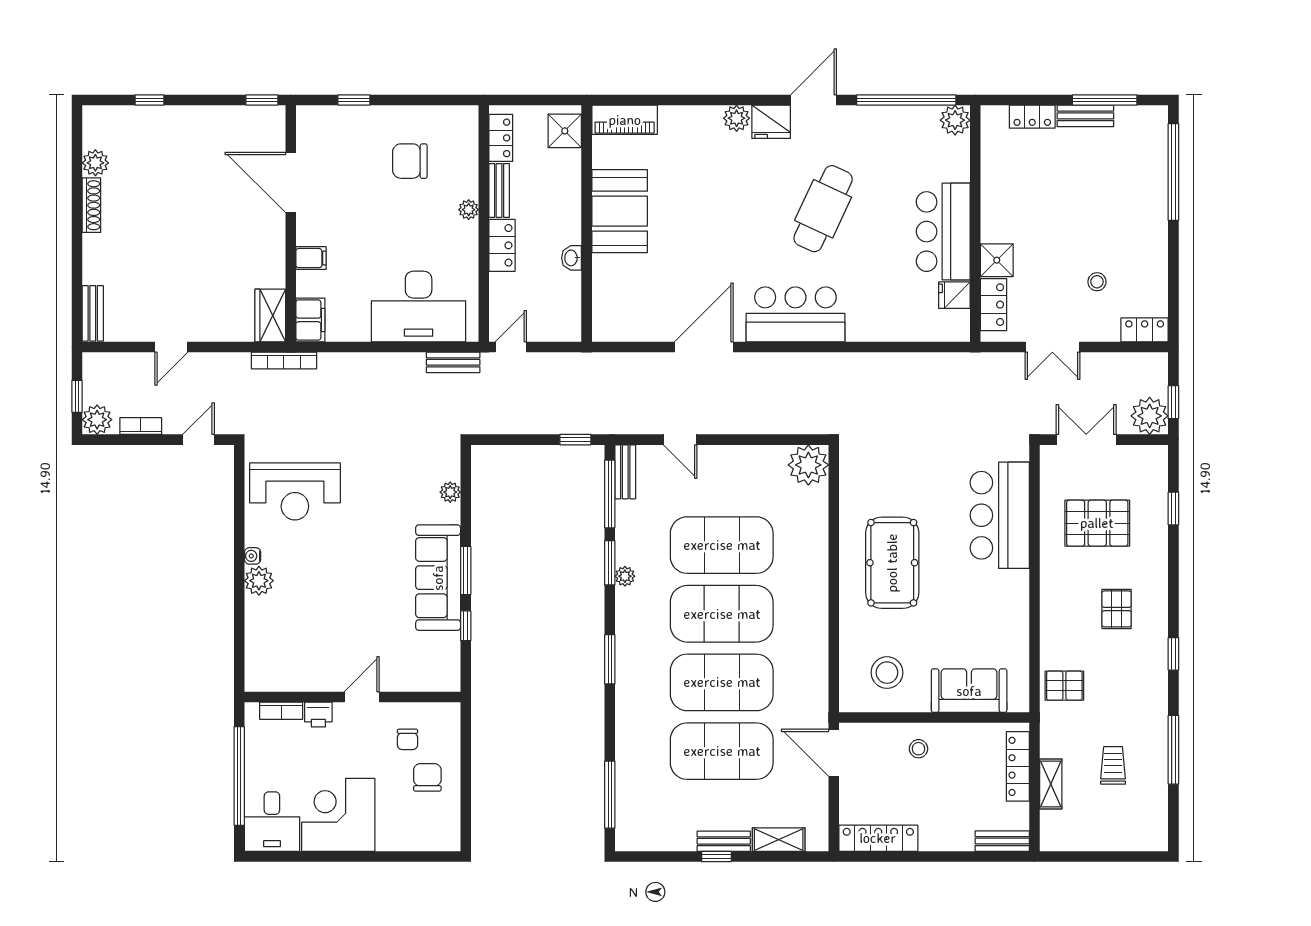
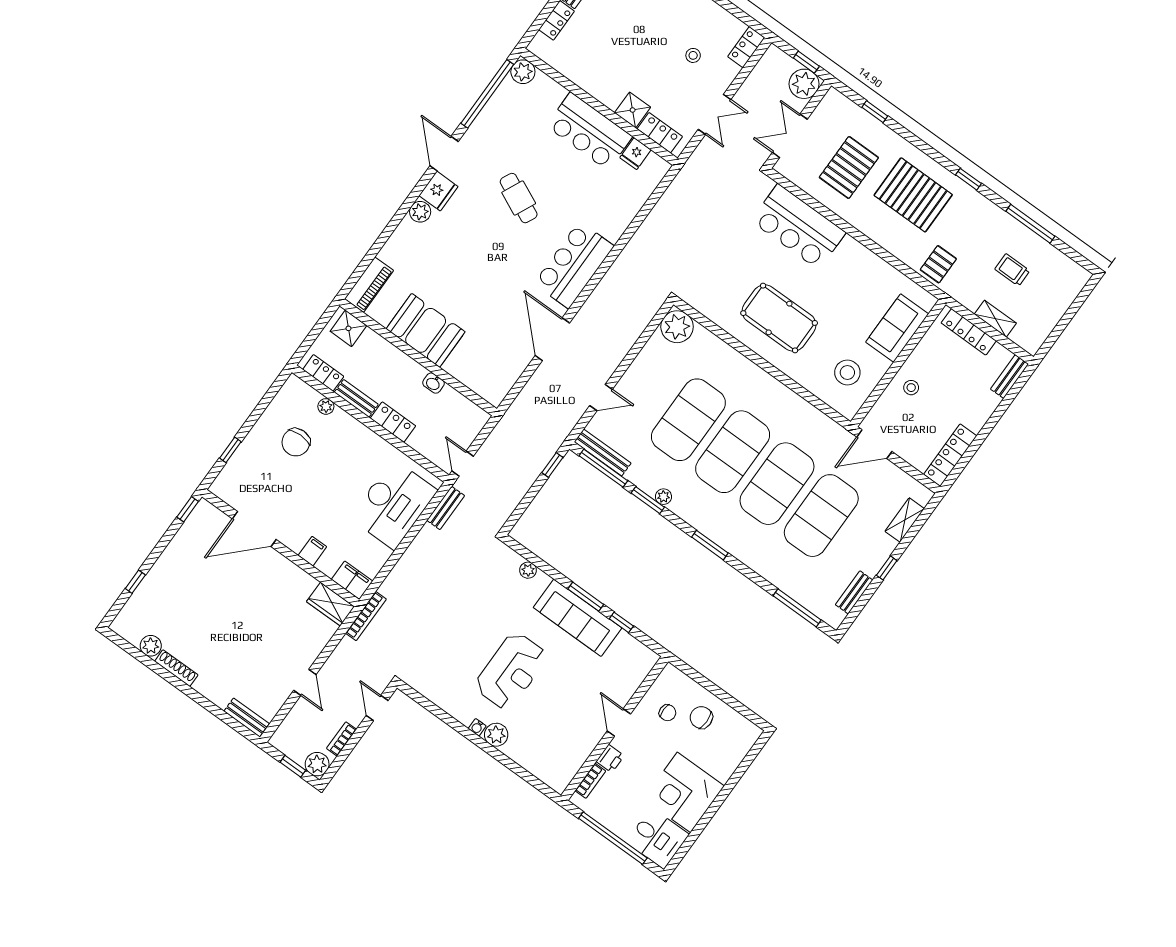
cafe table: (823, 209) -> (519, 198), width x0.73, depth x0.74
plant: (469, 210) -> (326, 406), moved
bench: (625, 472) -> (603, 452), width x1.36
reception desk: (295, 491) -> (511, 671), moved
pallet: (1117, 609) -> (913, 195), width x2.05, depth x2.00
bench: (724, 841) -> (854, 592), moved

